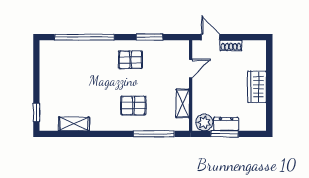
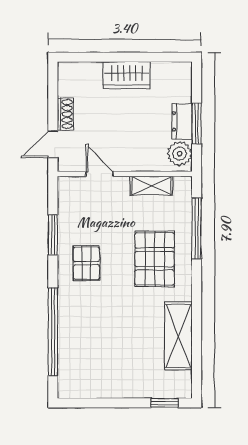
pallet: (133, 106) -> (155, 259), width x1.50, depth x1.42
shelving: (74, 124) -> (178, 336), width x1.50, depth x1.33

